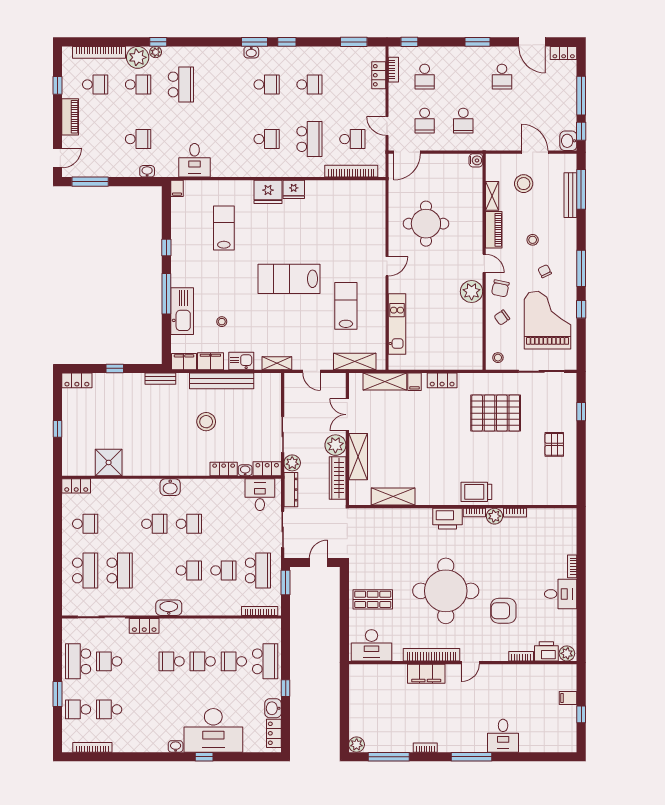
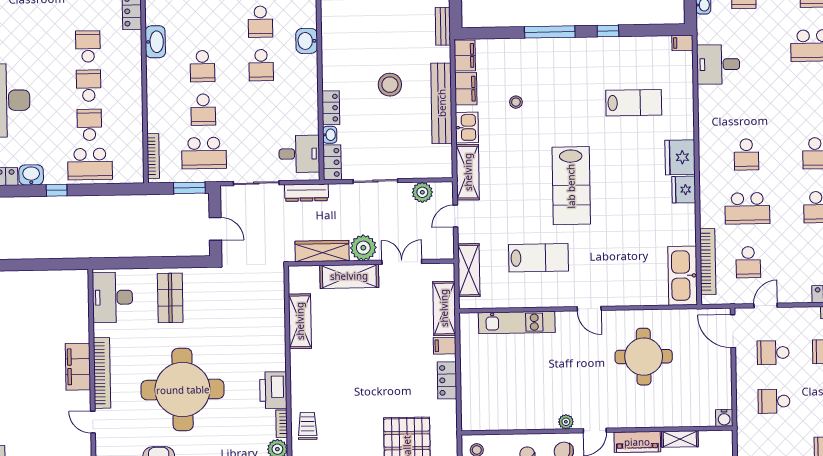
lab bench: (289, 279) -> (571, 186), turned 180
plant: (472, 291) -> (566, 422), width x0.53, depth x0.53
kitchen sink: (182, 311) -> (683, 276), moved, turned 90
shelving: (277, 363) -> (468, 172), width x1.50, depth x1.33
plant: (292, 463) -> (422, 192), moved
trolley: (476, 492) -> (308, 426), width x0.73, depth x0.72

